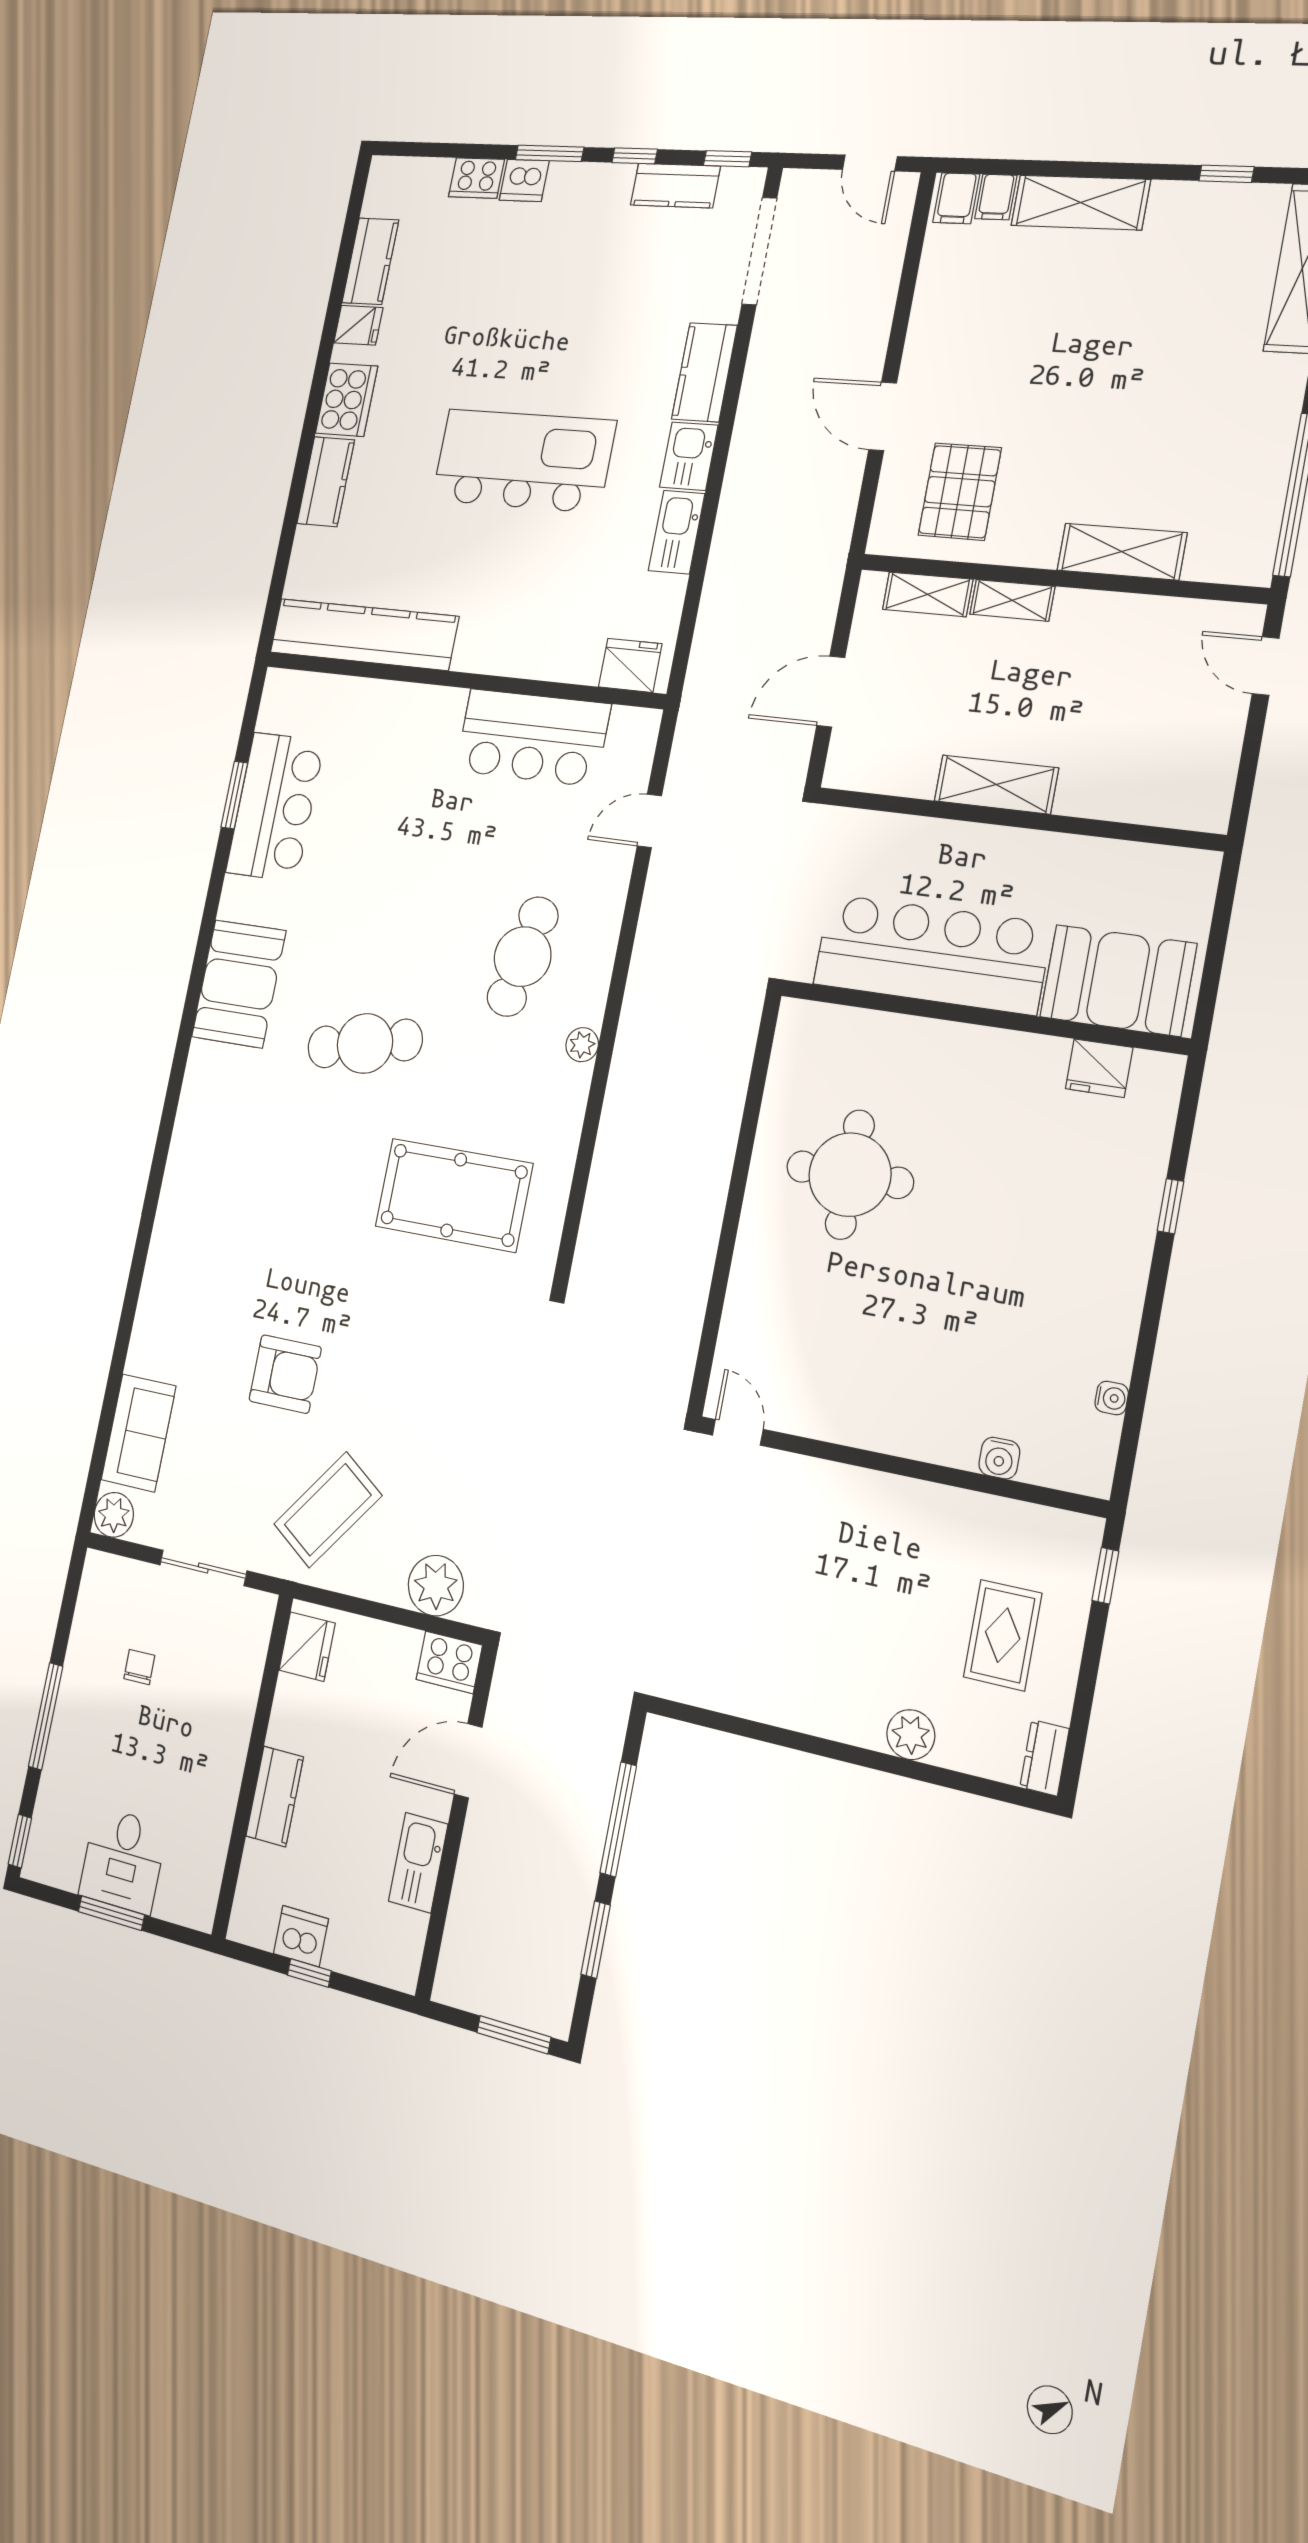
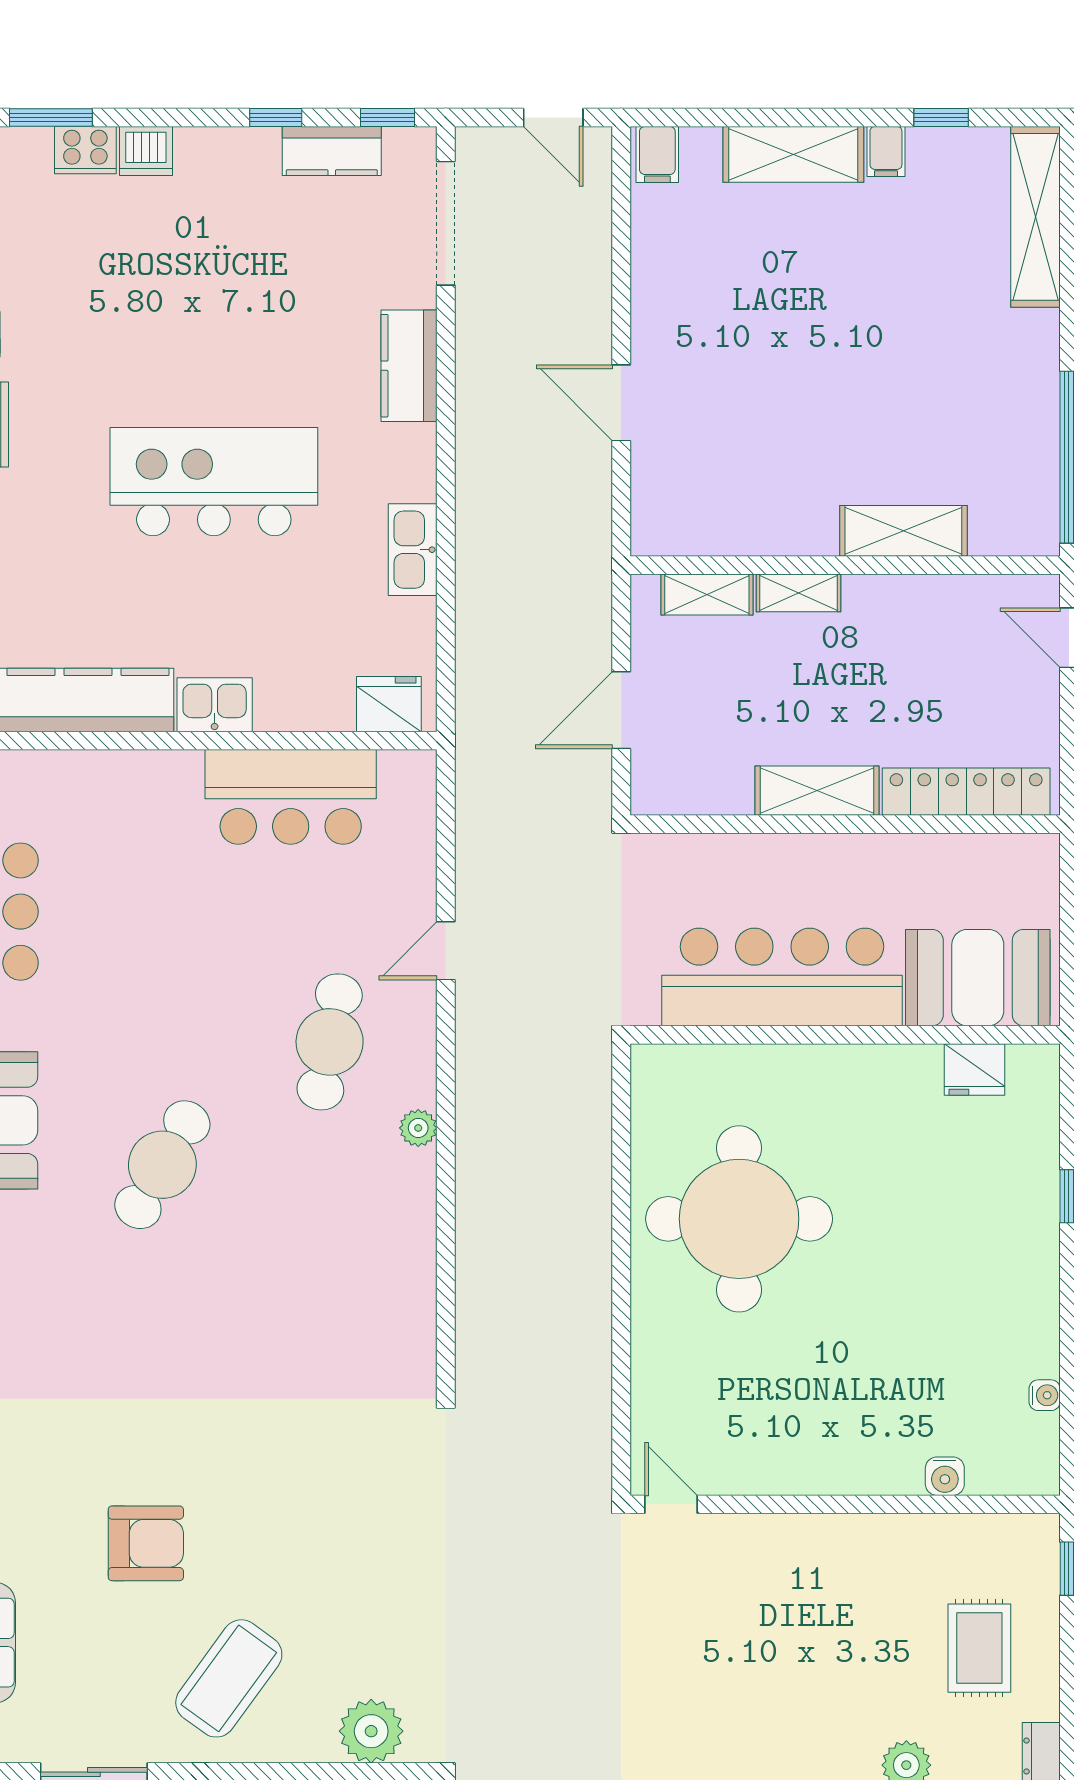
window: (550, 153) -> (51, 118), moved
filing cabinet: (996, 197) -> (886, 151), moved
kitchen sink: (689, 456) -> (215, 705), moved, turned 90
pallet: (960, 492) -> (721, 480), removed
locker: (1138, 802) -> (966, 792), added
door: (649, 821) -> (446, 951), moved
cafe table: (365, 1043) -> (162, 1165), turned -47
round table: (850, 1175) -> (739, 1219), width x1.36, depth x1.36
pool table: (454, 1195) -> (304, 1314), removed

